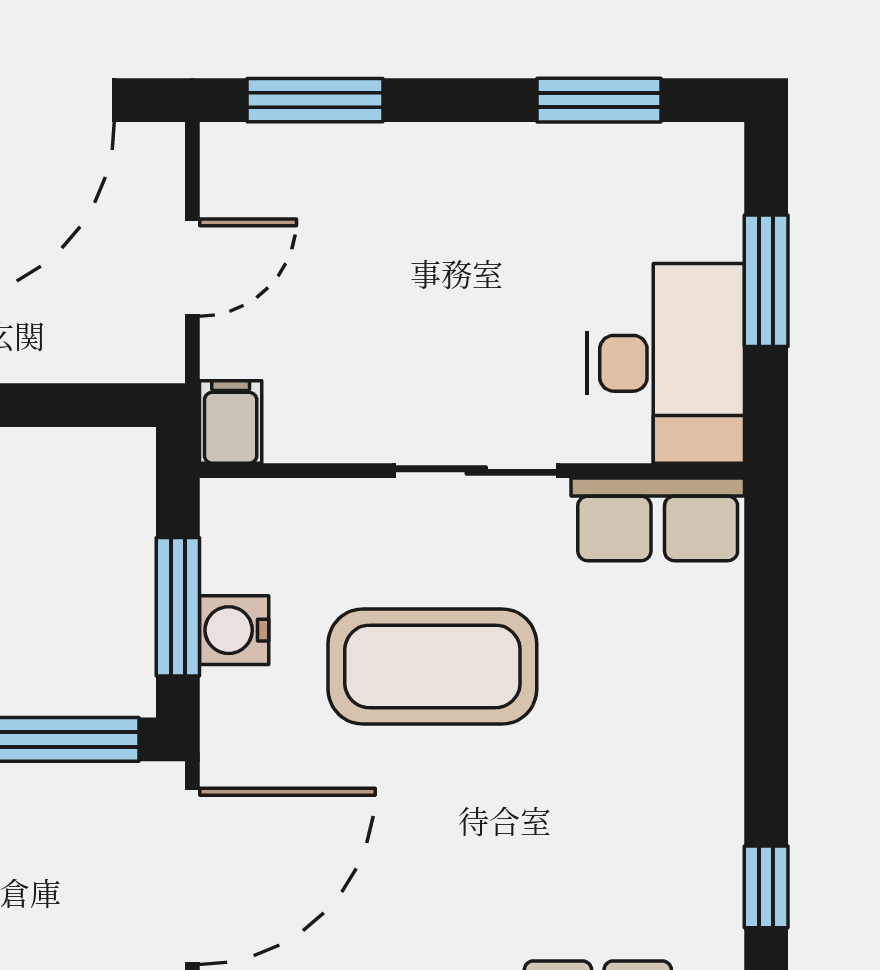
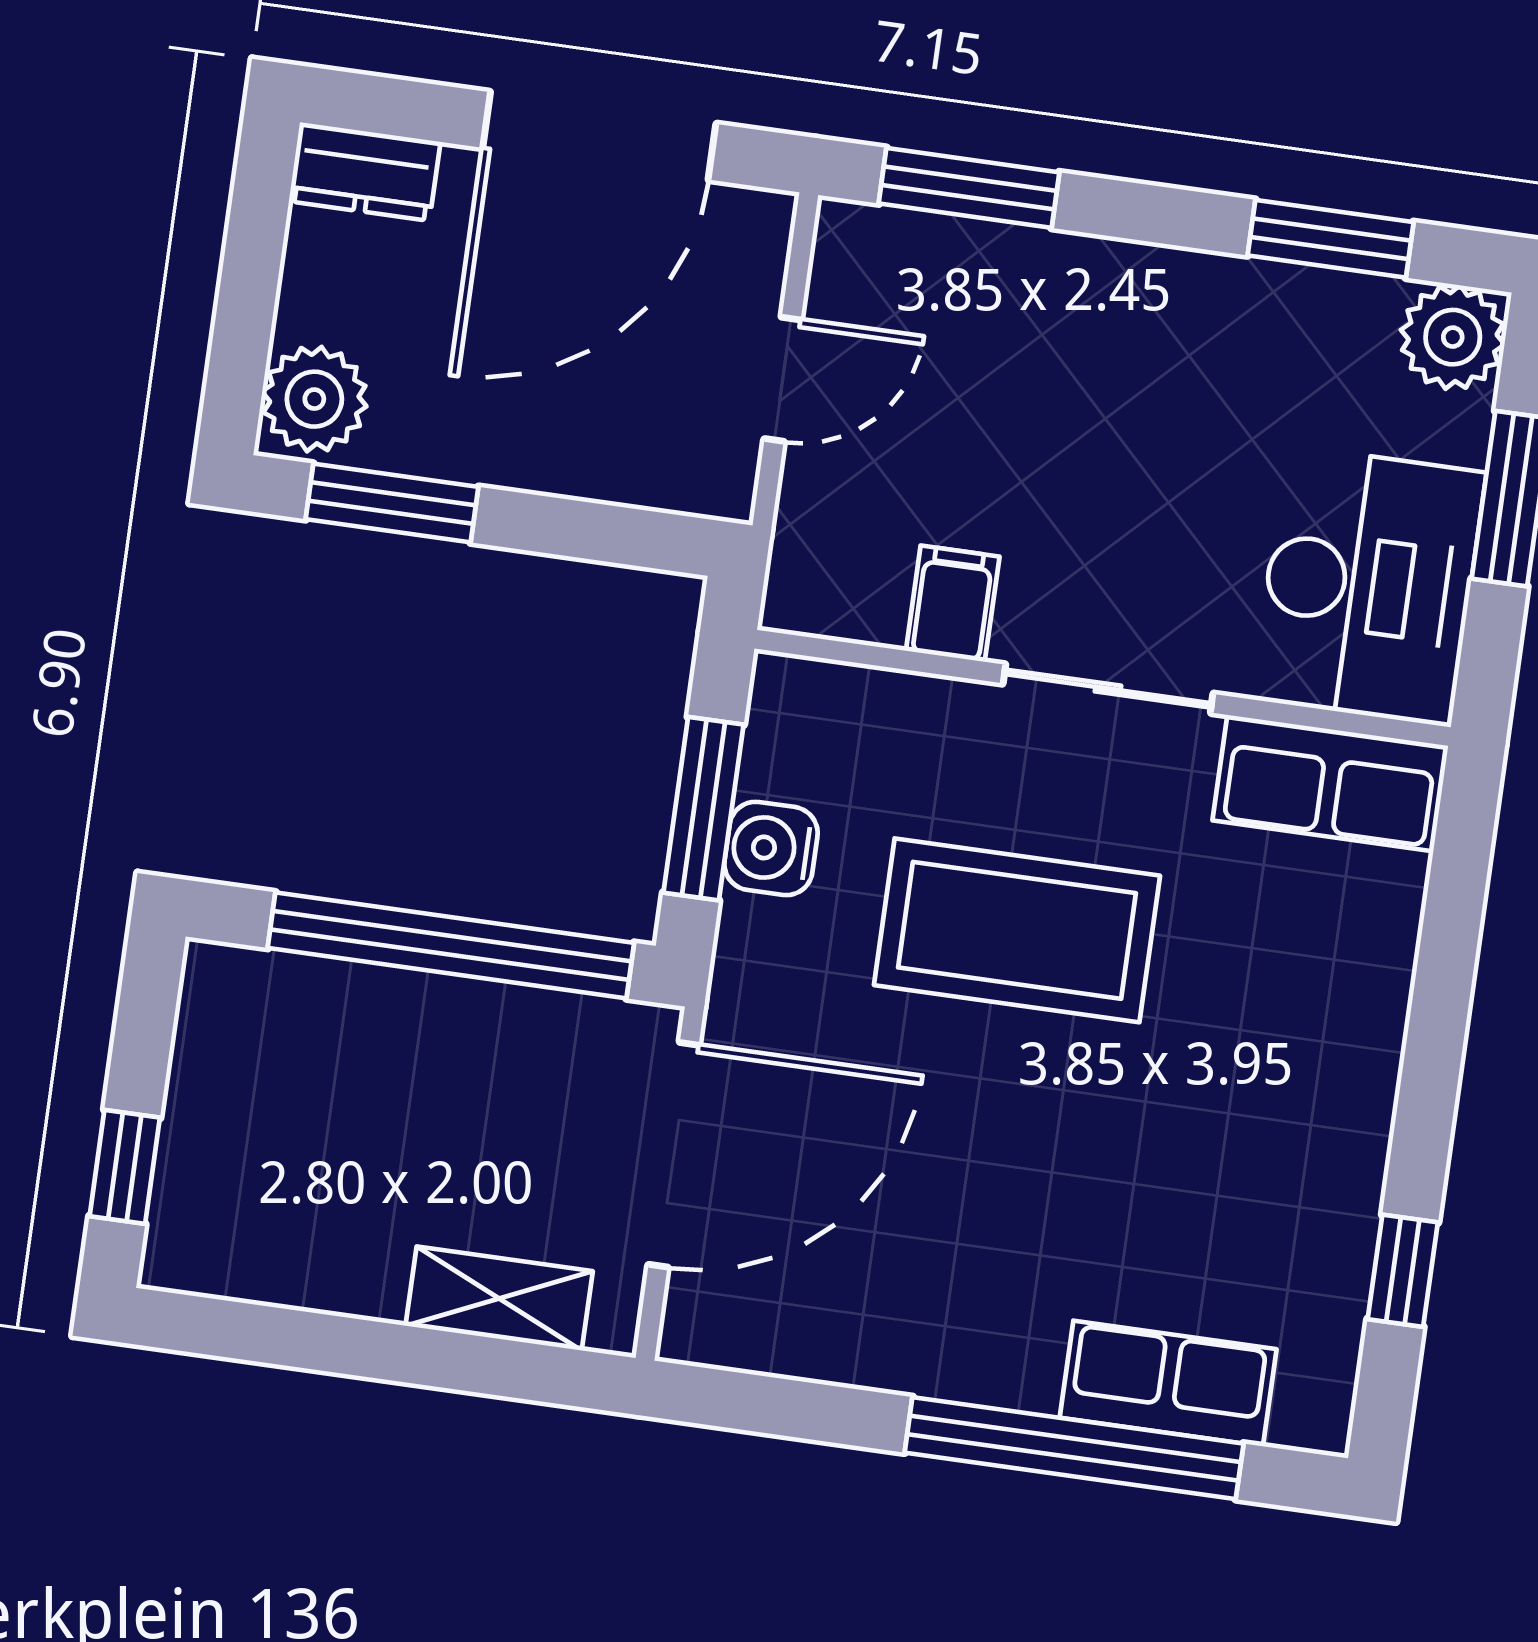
plant: (704, 163) -> (1453, 337), added
filing cabinet: (231, 422) -> (953, 604), moved

